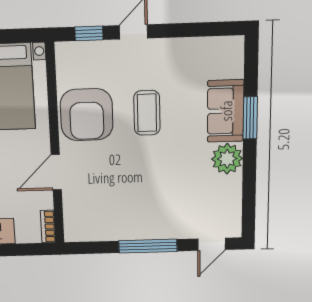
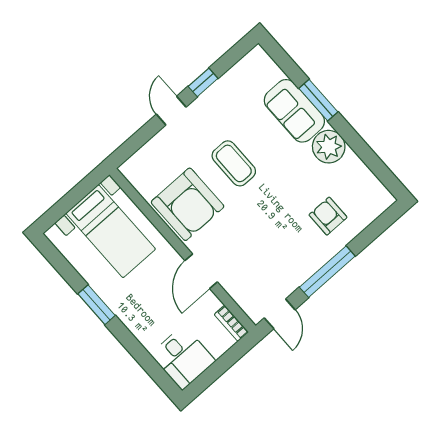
window: (89, 33) -> (203, 82), moved
armchair: (183, 208) -> (328, 216), added
door: (212, 244) -> (280, 314), moved

